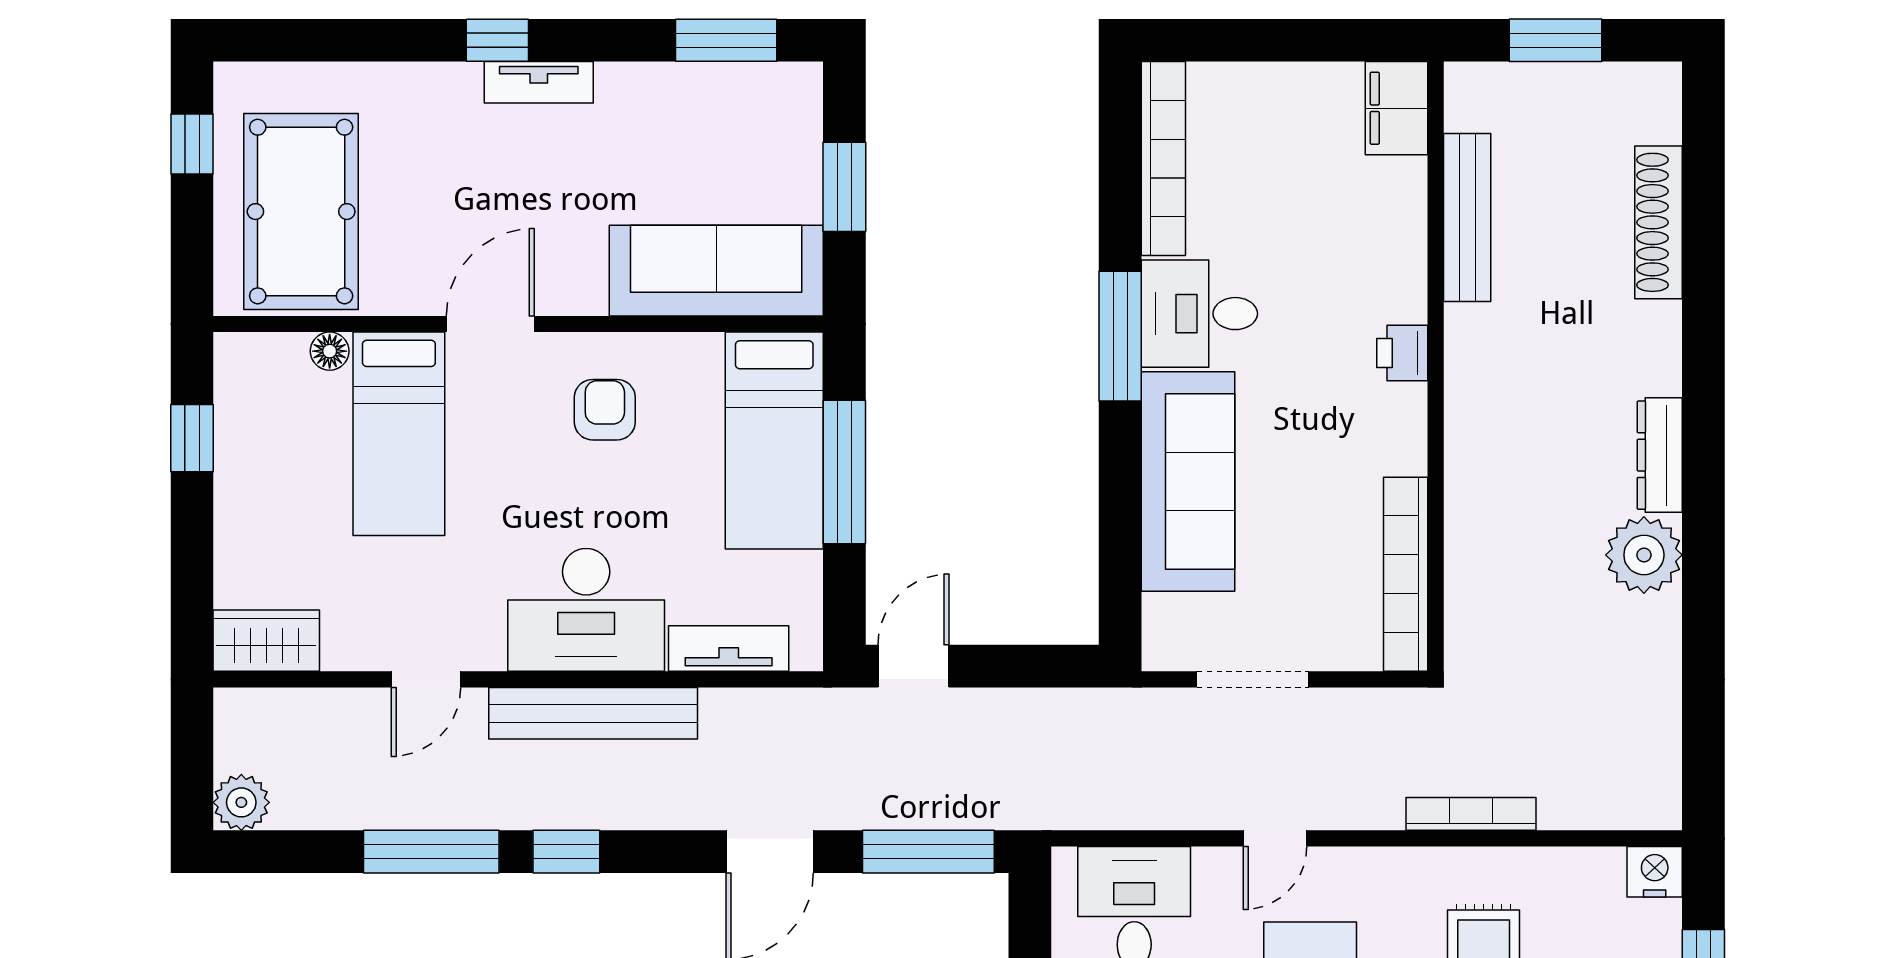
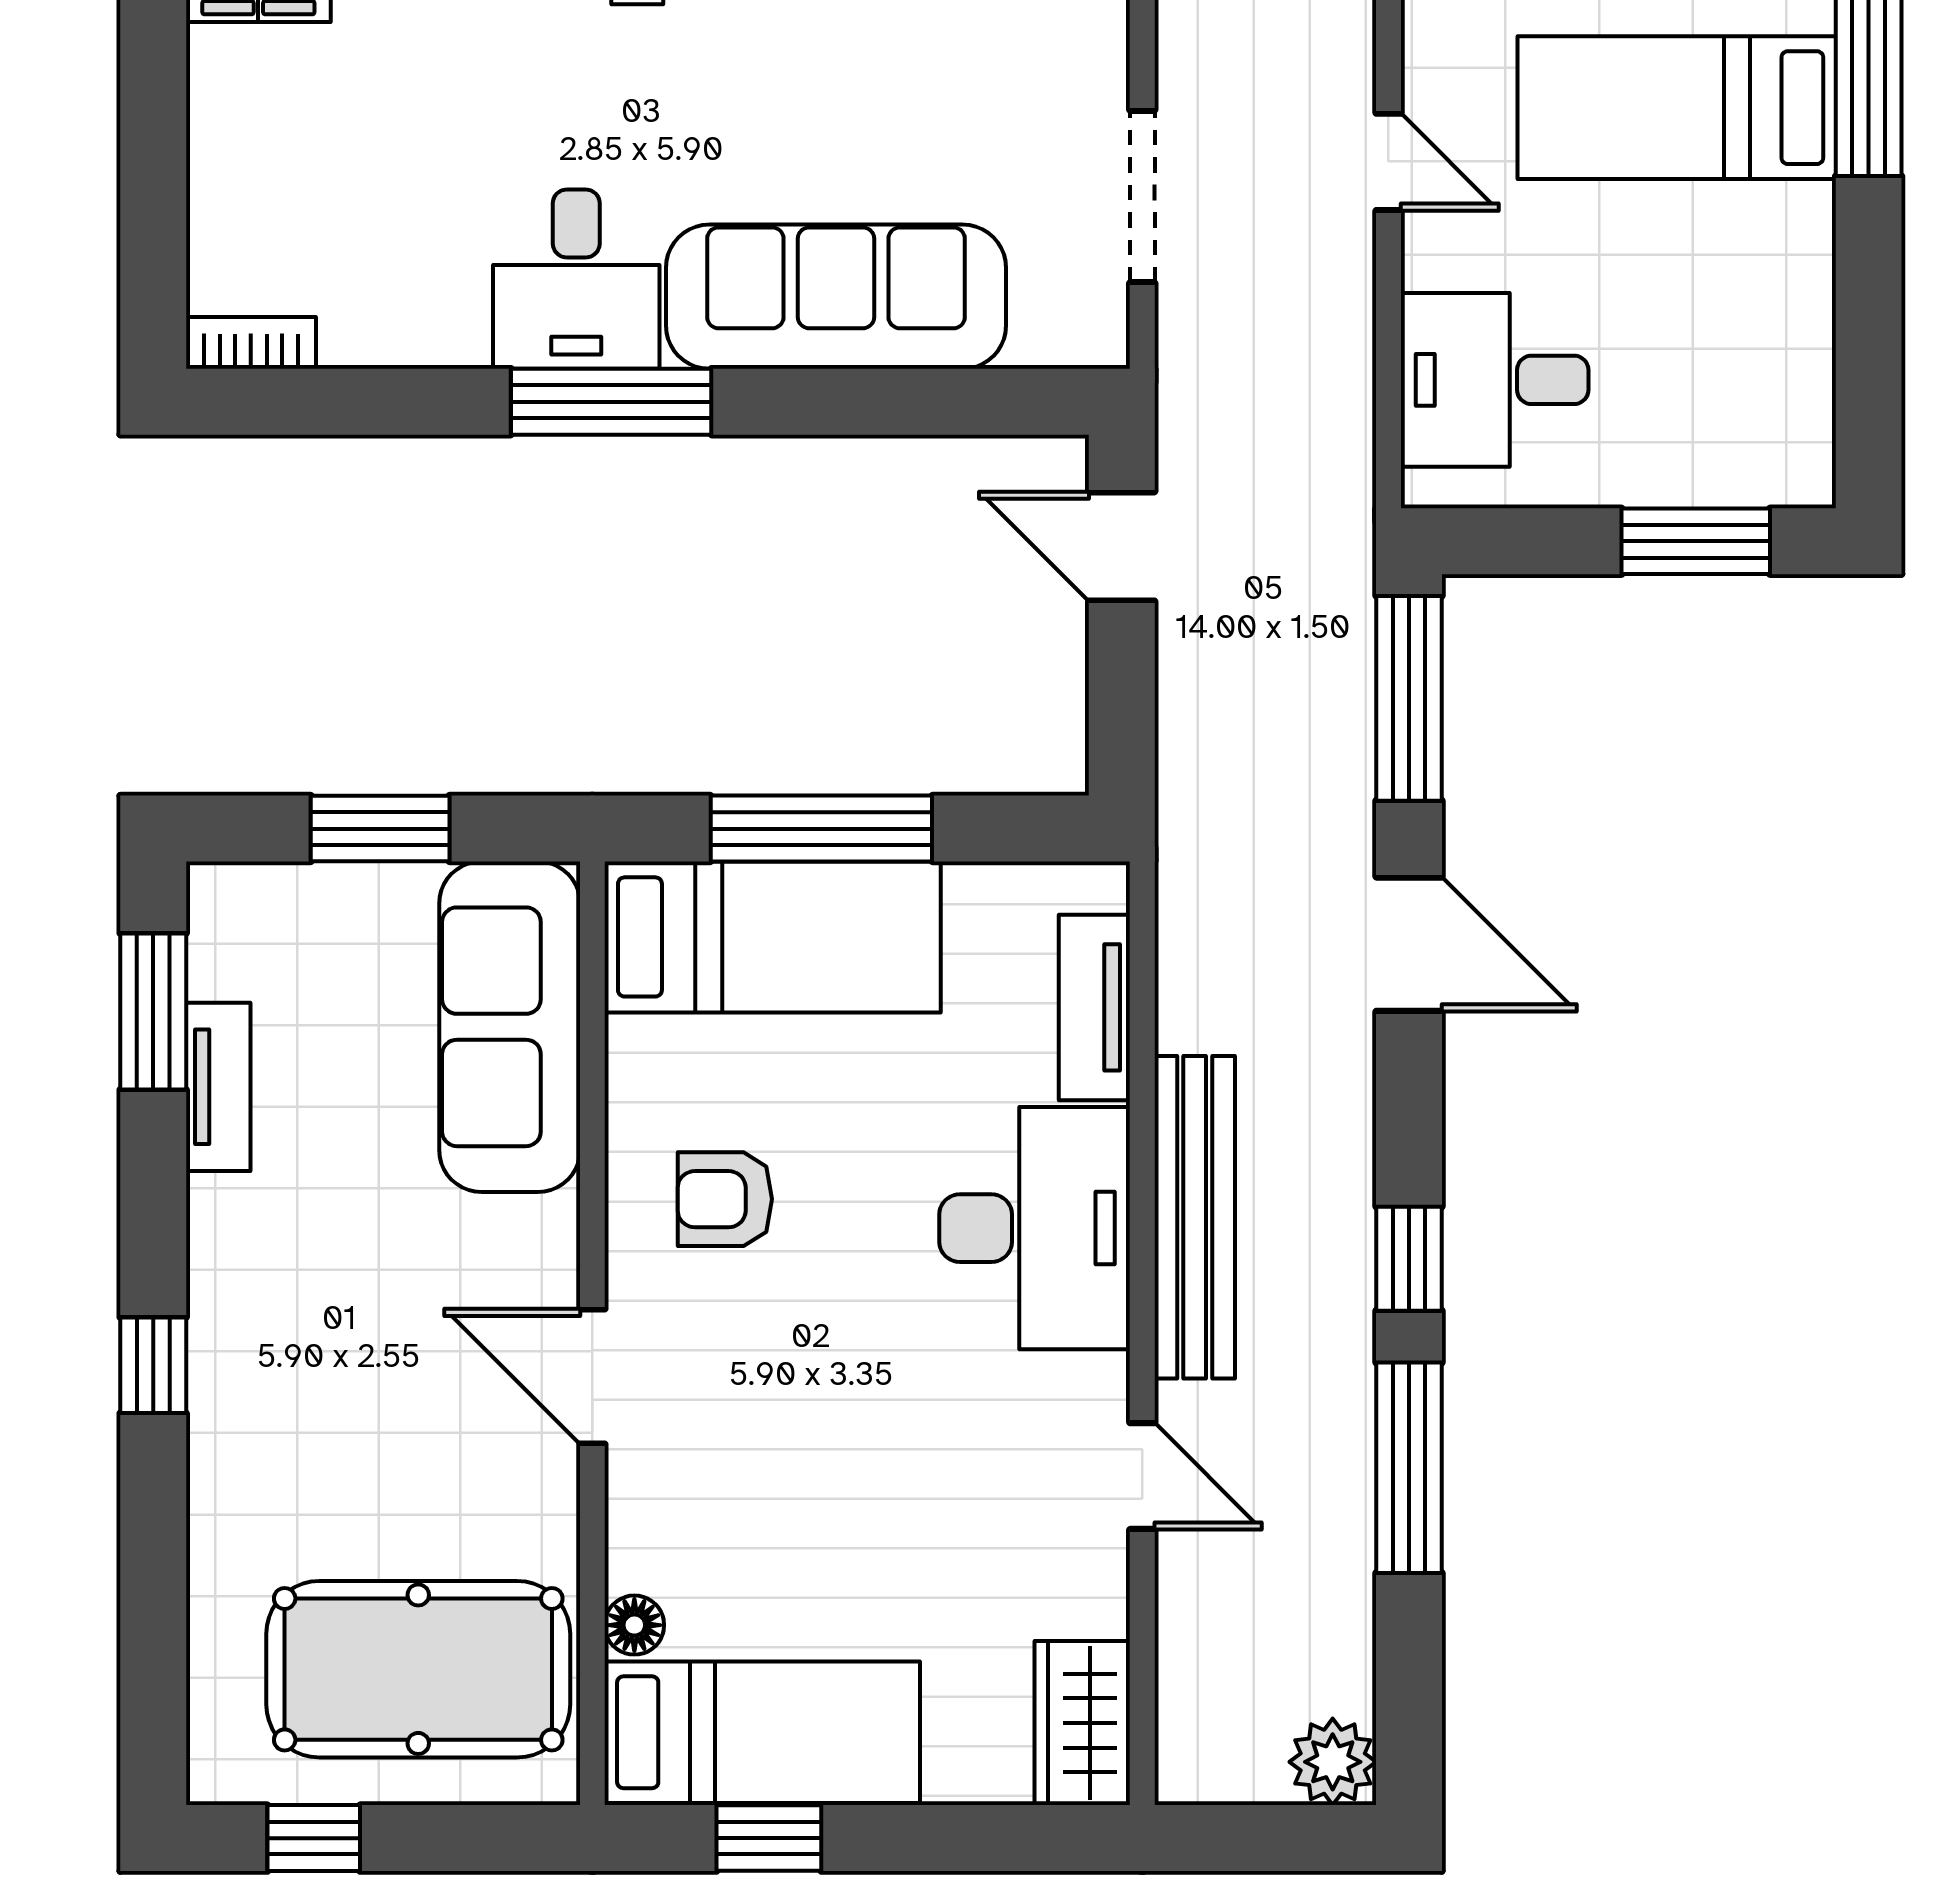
tv unit: (539, 82) -> (218, 1087), moved
bookcase: (1163, 159) -> (251, 343), width x0.43, depth x0.76
bed: (399, 434) -> (762, 1732), moved
door: (914, 666) -> (1122, 546), moved

